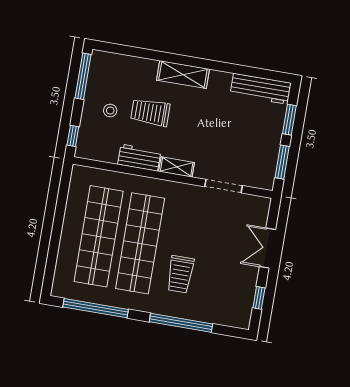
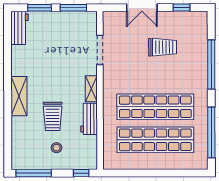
workbench: (261, 89) -> (20, 28), width x0.73
trolley: (180, 274) -> (163, 47), moved

